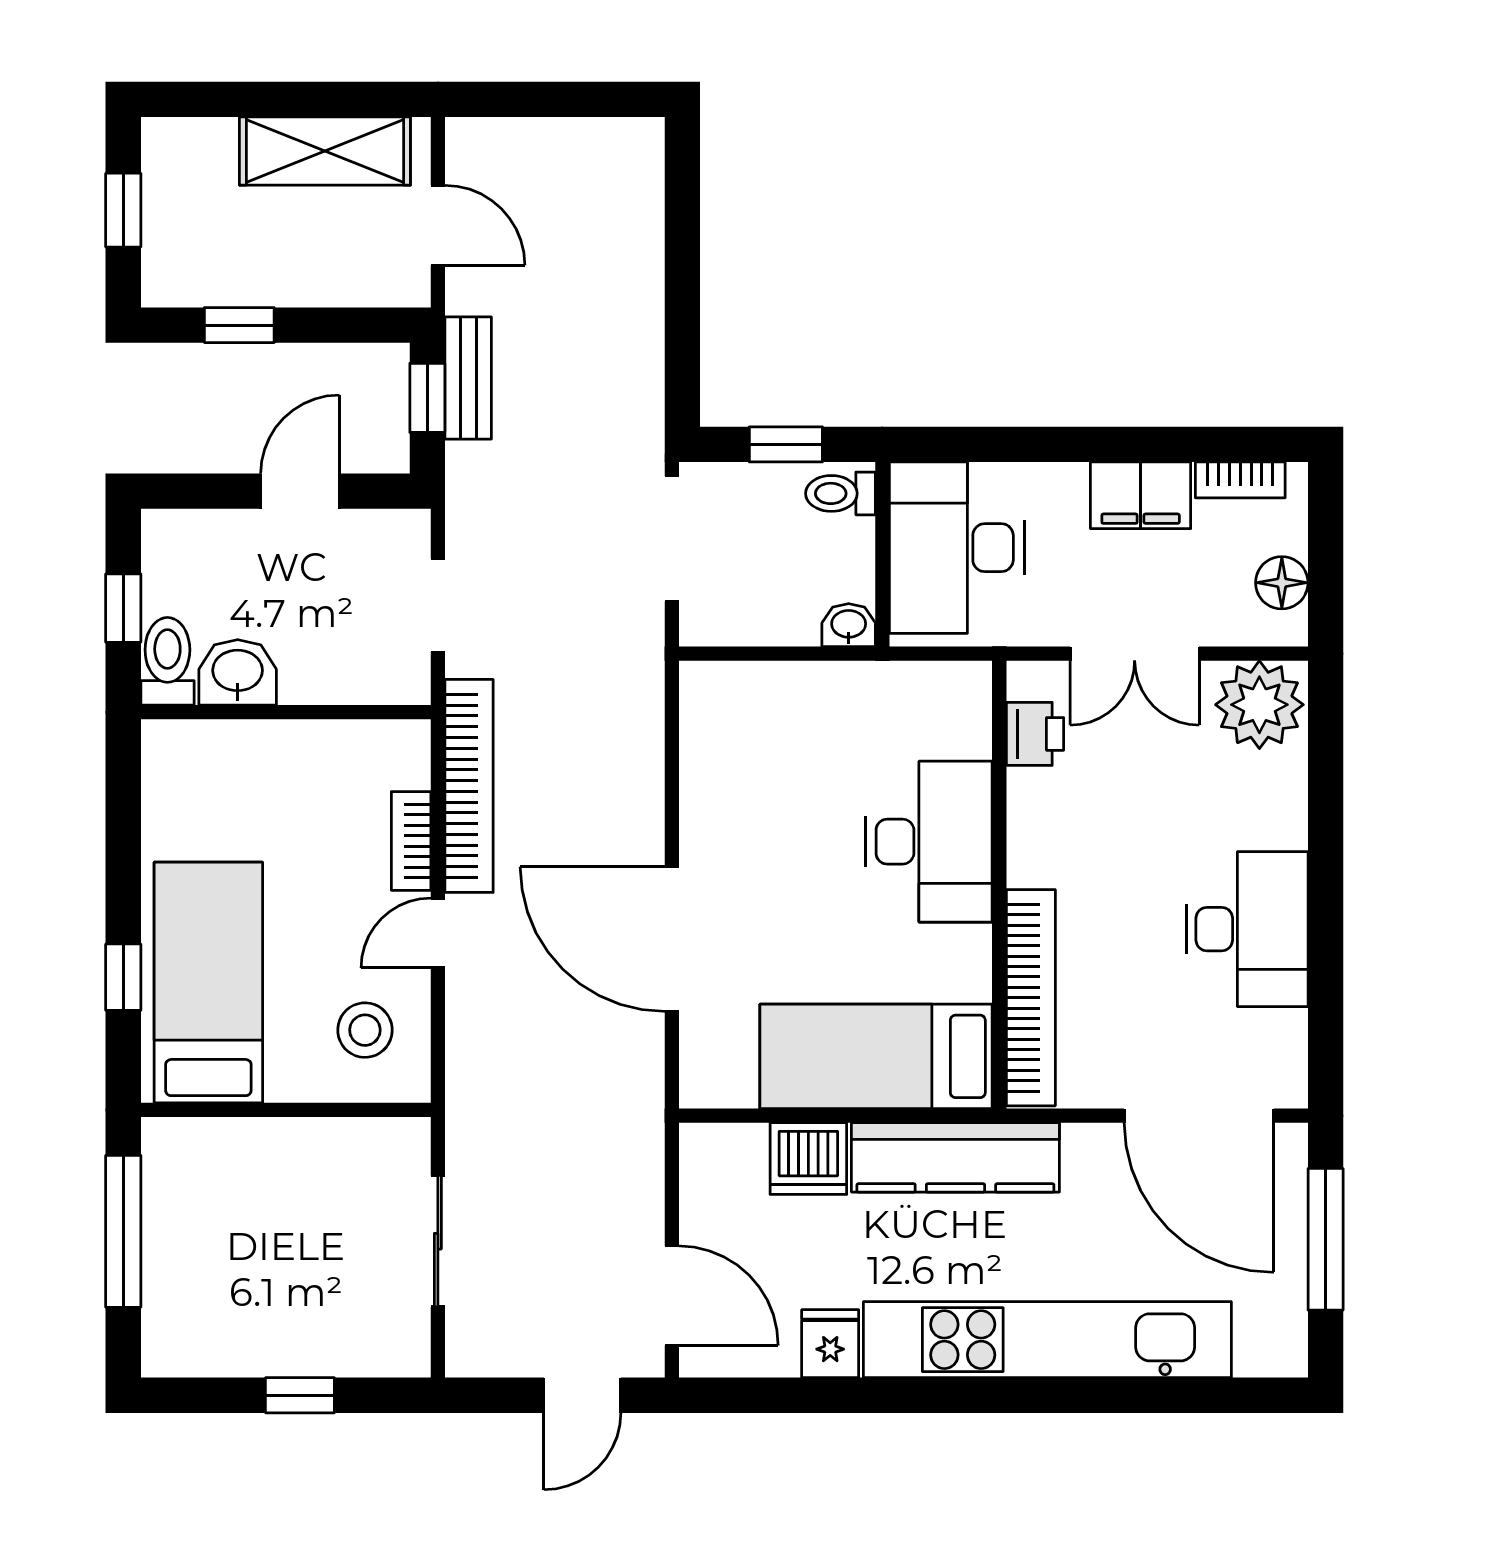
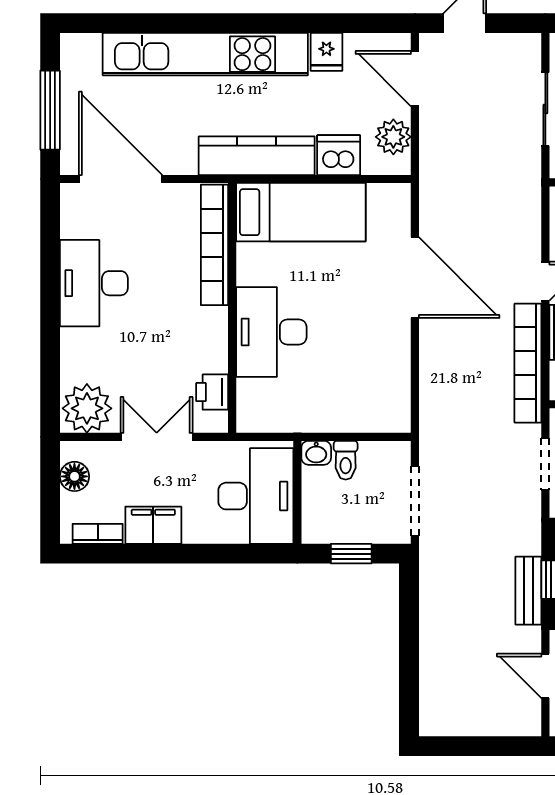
toilet: (840, 493) -> (346, 460), moved, turned 90
plant: (710, 1191) -> (393, 137), added

